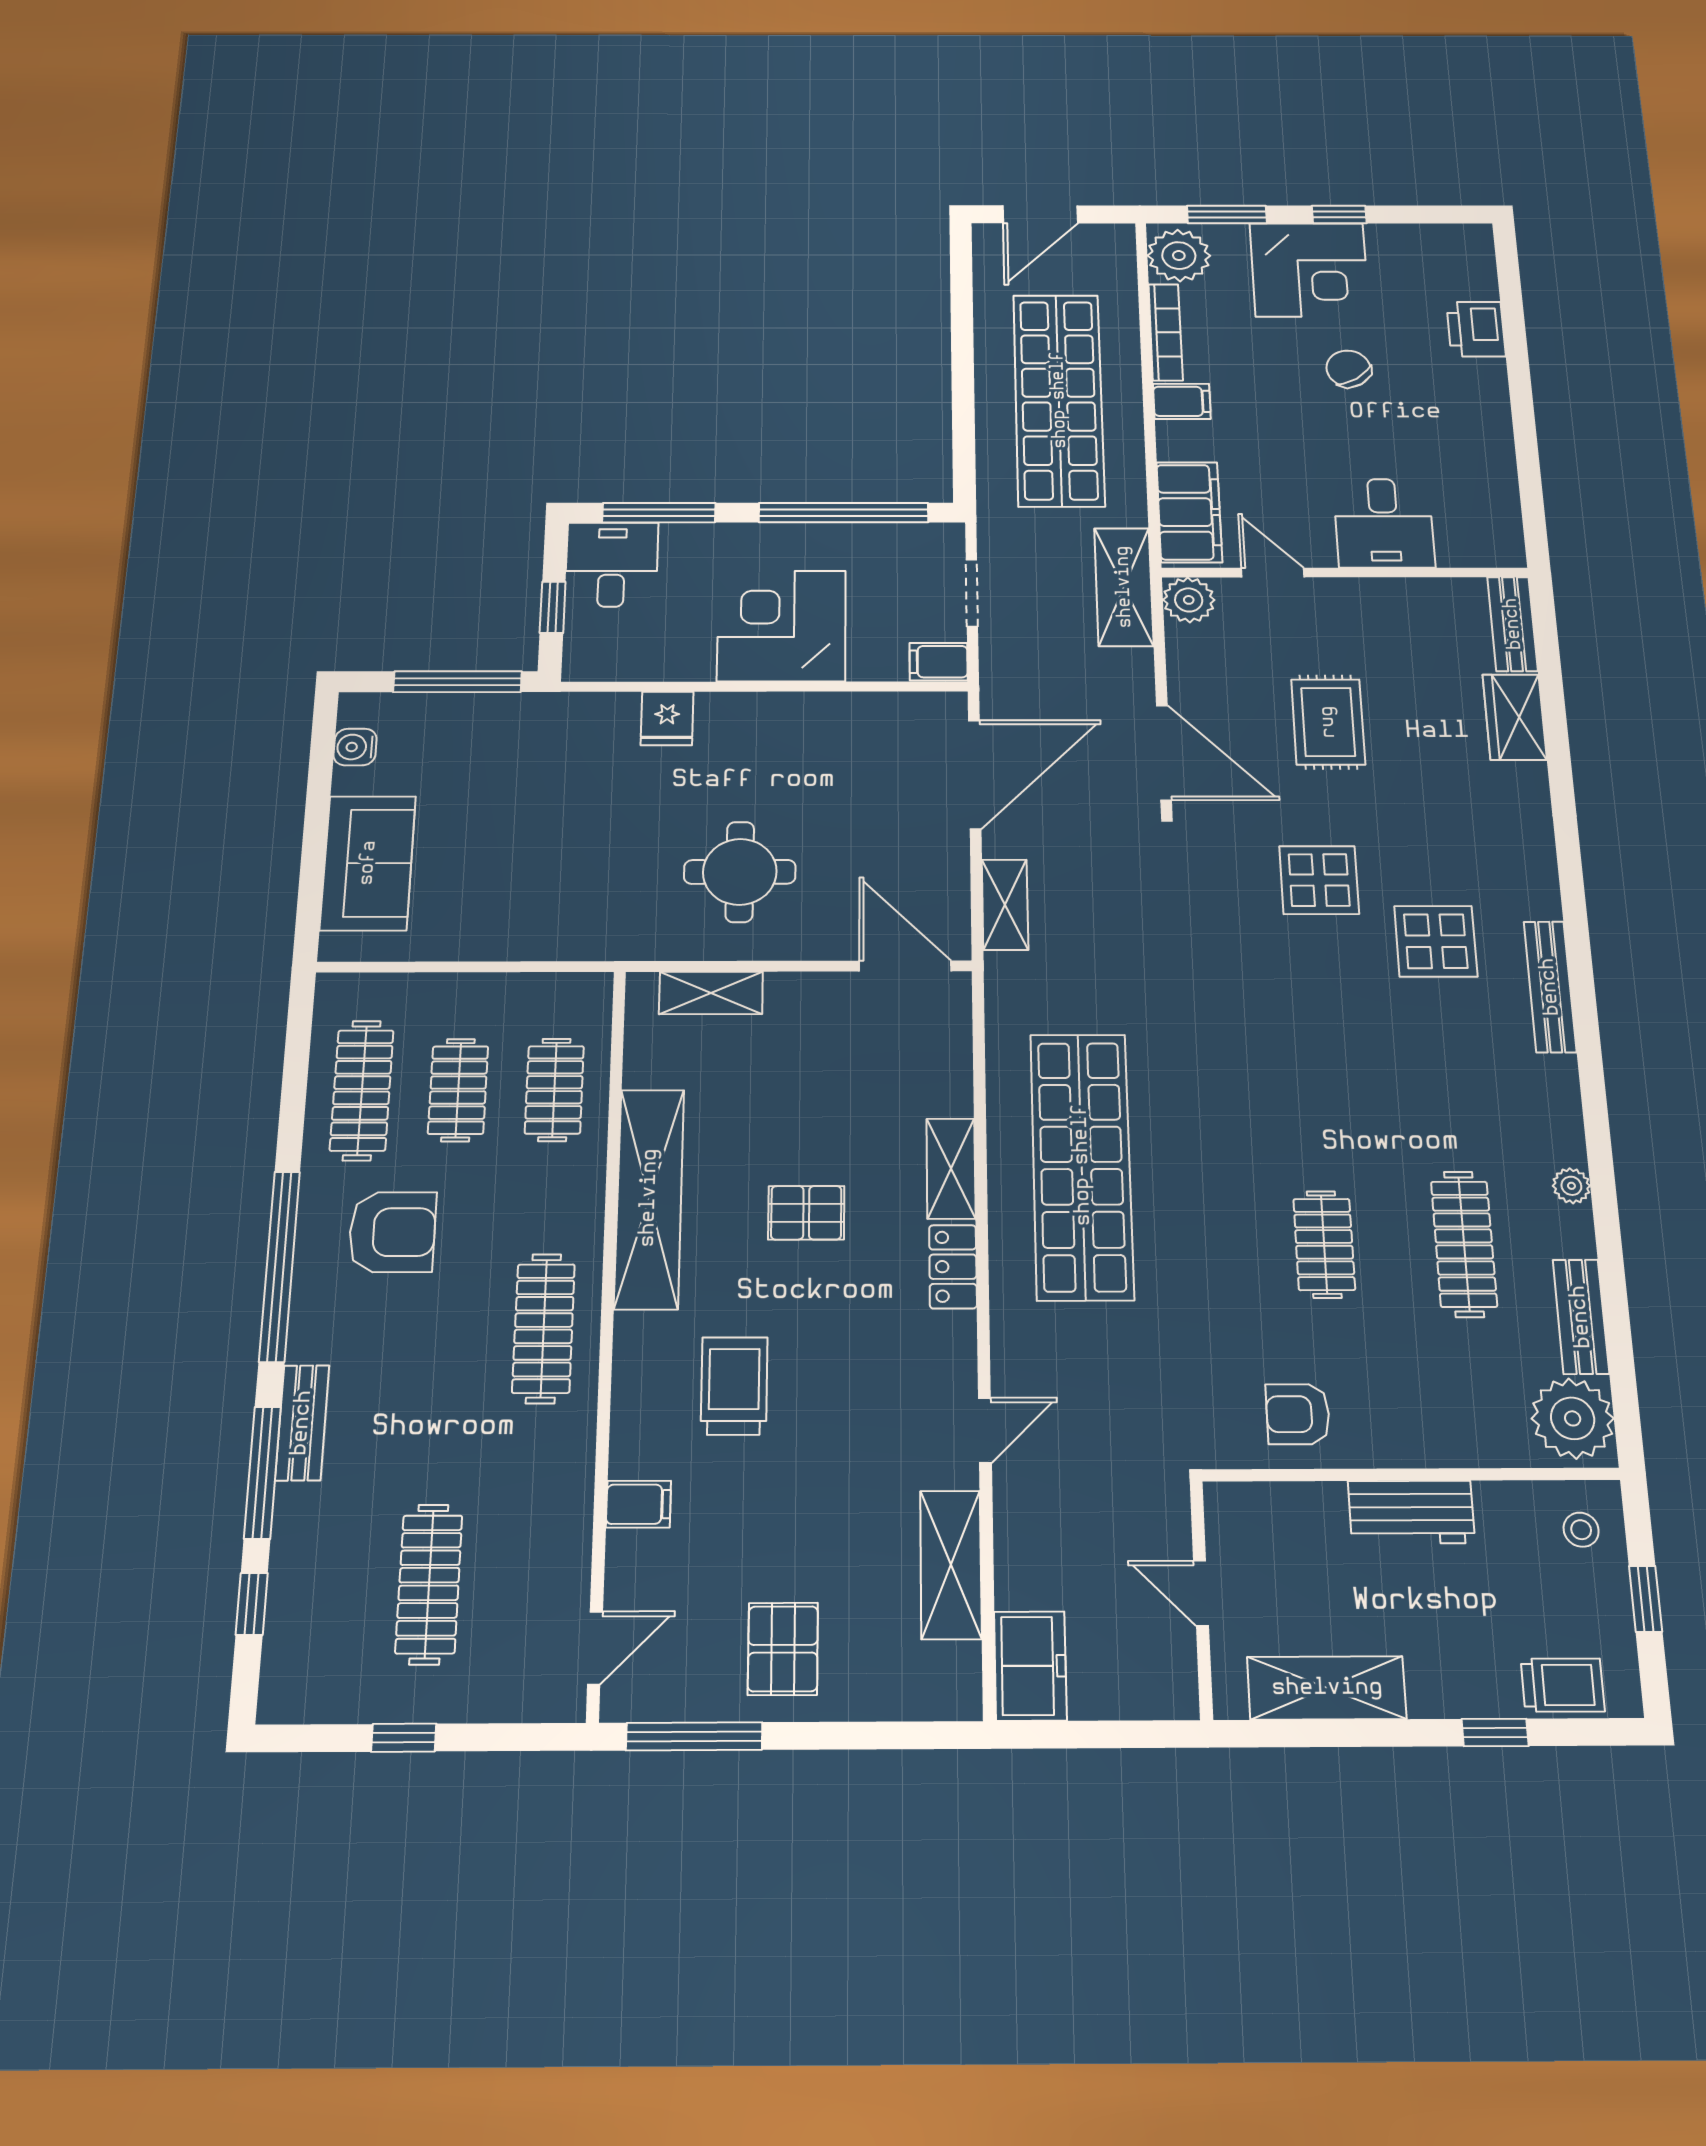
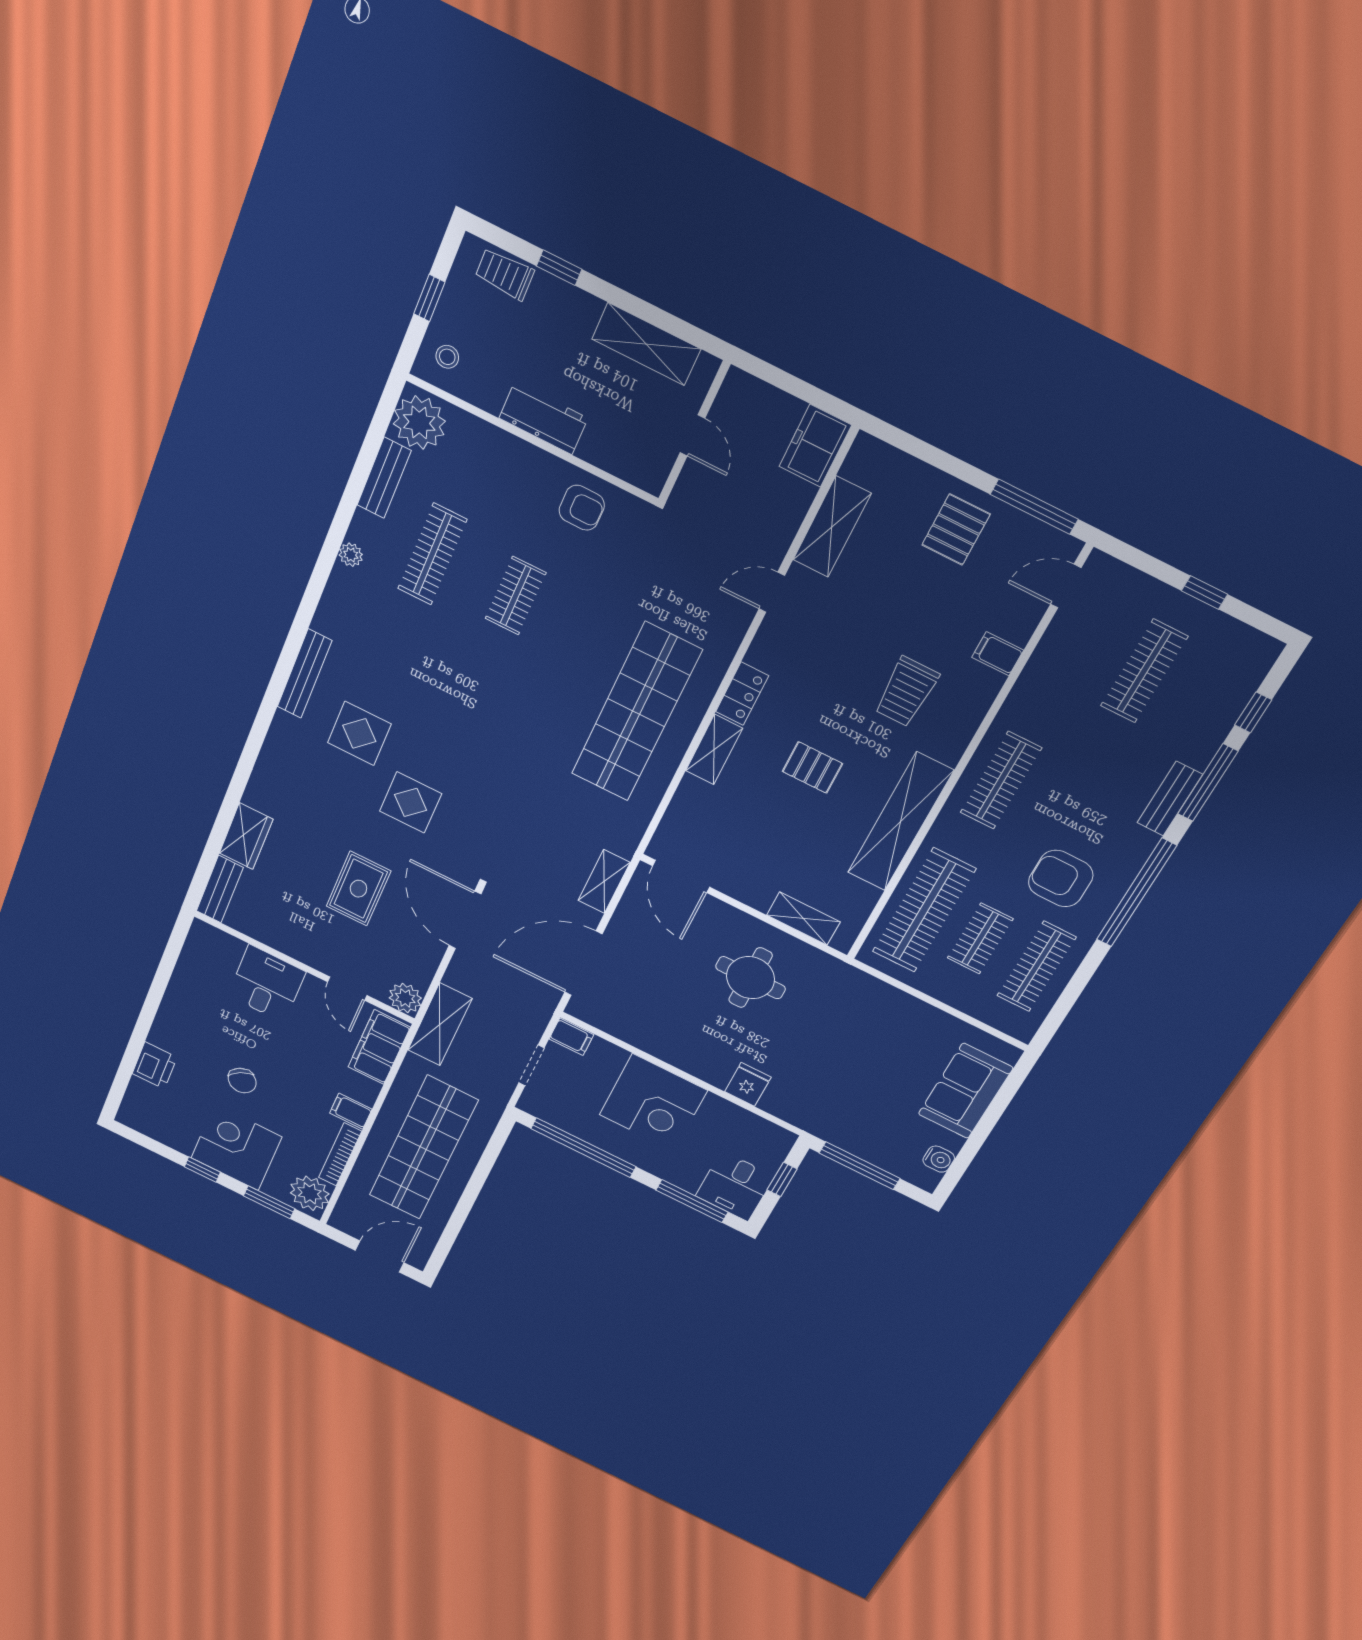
clothes rail: (554, 1090) -> (924, 910), width x1.86, depth x1.31

